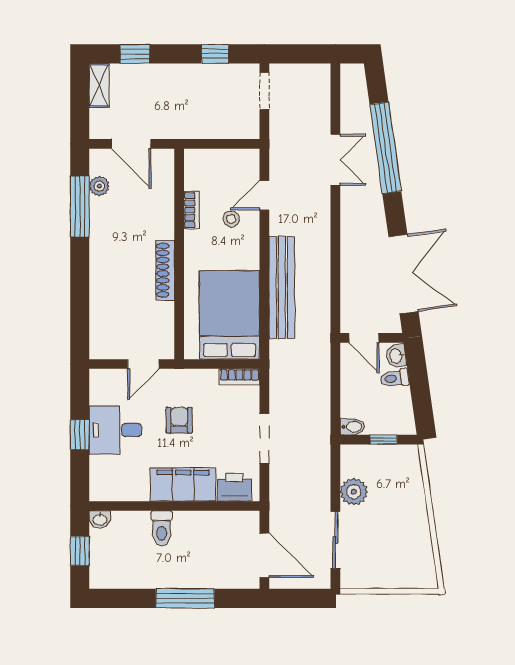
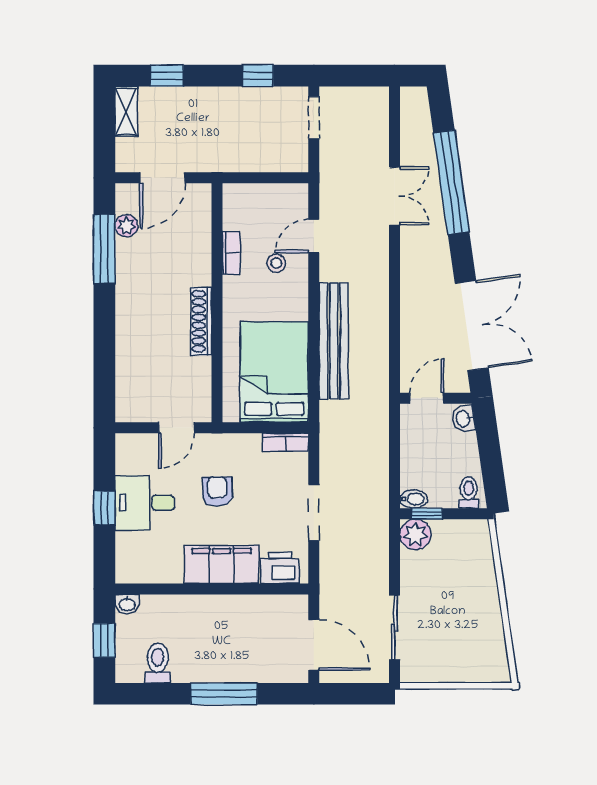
door: (131, 144) -> (163, 178), hinge flipped
door: (364, 338) -> (427, 398), swing flipped
toilet: (395, 378) -> (469, 492), moved, turned 98
window: (384, 440) -> (427, 514), moved
plant: (354, 492) -> (415, 535), moved
toilet: (162, 528) -> (158, 663), moved, turned 180

